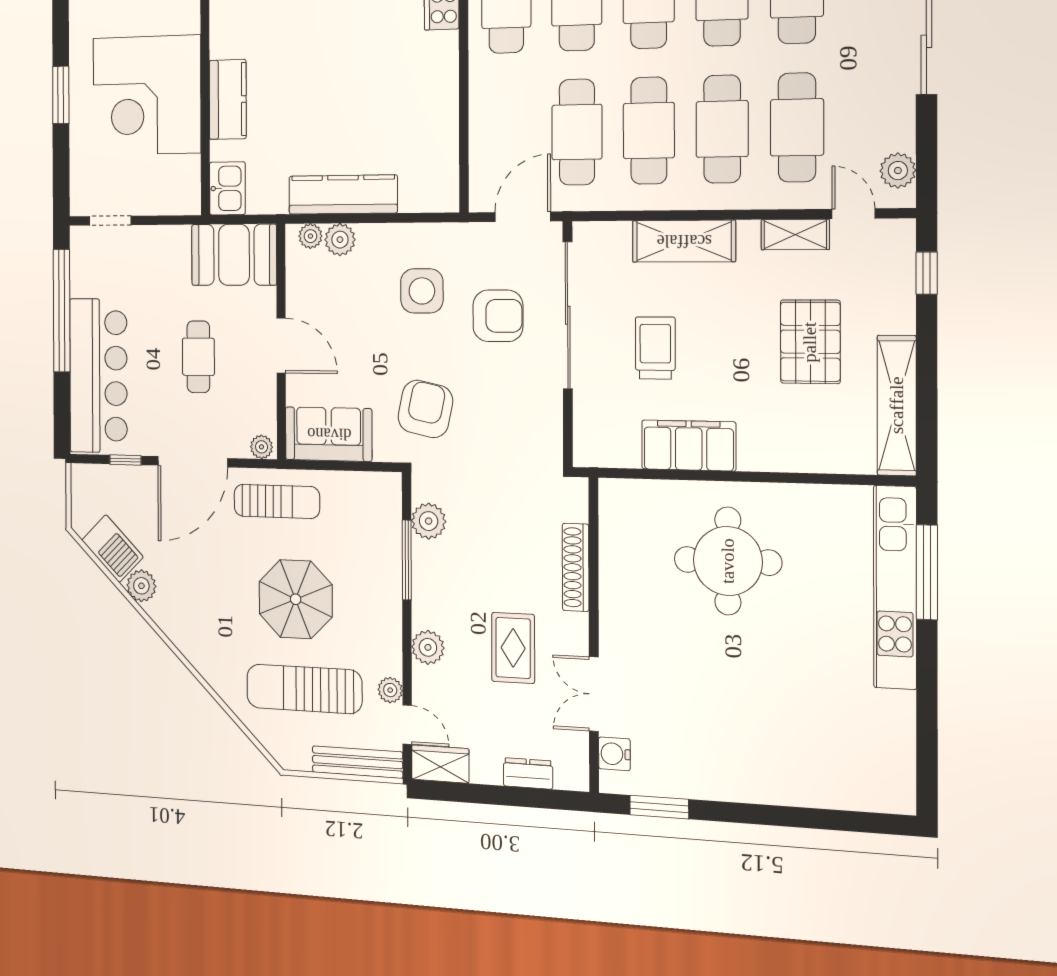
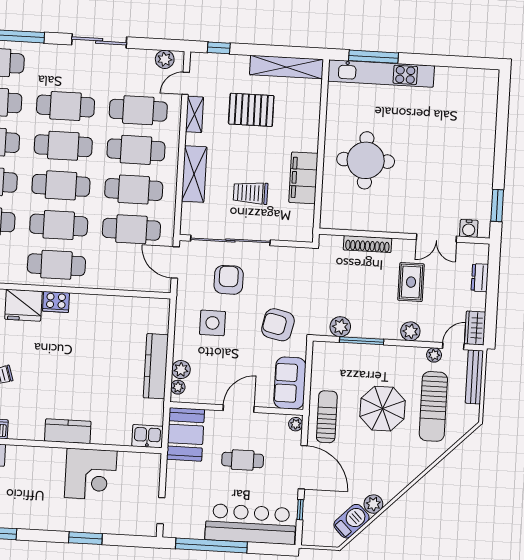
corner desk: (147, 95) -> (91, 474), width x0.74, depth x0.74
kitchen counter: (228, 99) -> (68, 431), moved
rug: (513, 648) -> (411, 282), turned 90

